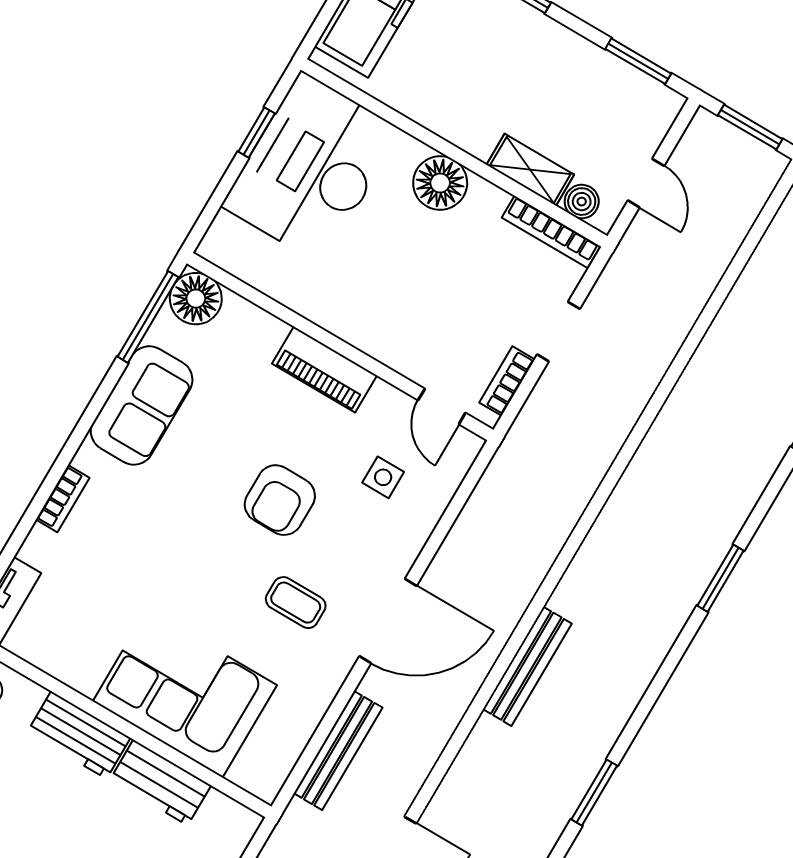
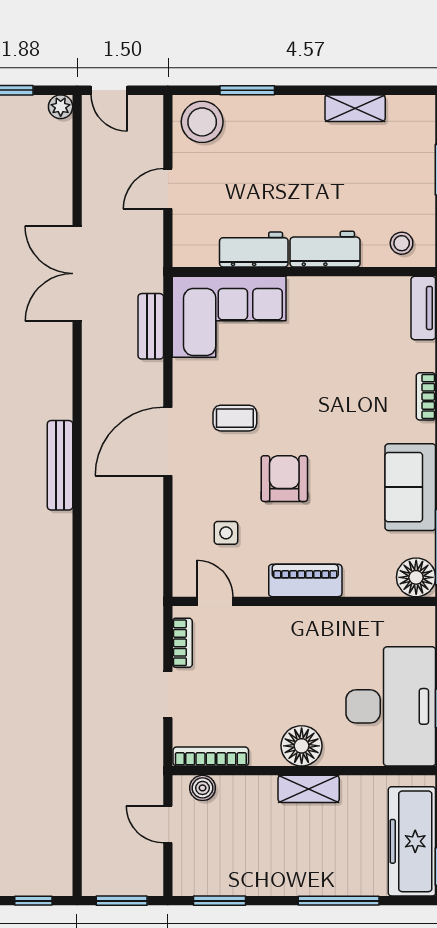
shelving: (530, 170) -> (309, 789), moved
corner sofa: (185, 693) -> (229, 317), moved
bench: (338, 750) -> (151, 326), width x0.73

